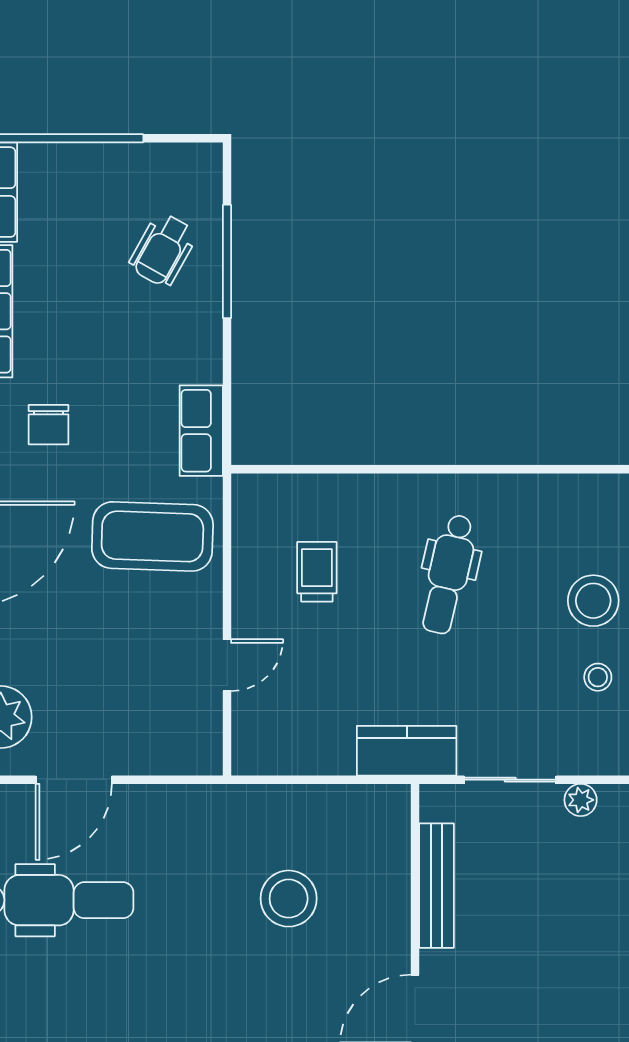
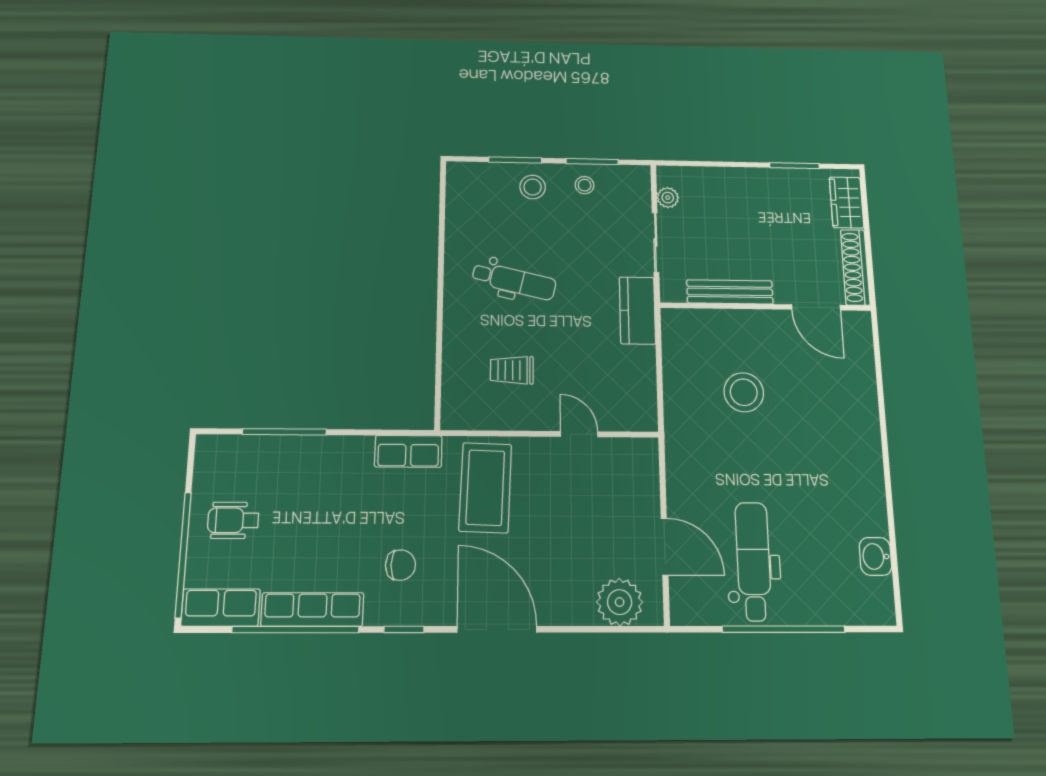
wheelchair: (163, 250) -> (233, 520), moved, turned 151
stool: (593, 601) -> (533, 187), width x0.73, depth x0.73

